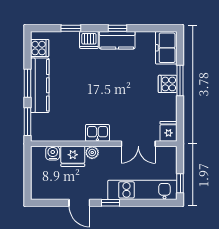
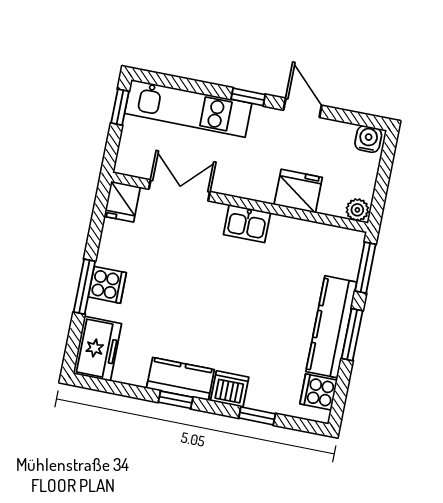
plant: (92, 152) -> (357, 210), moved
water cooler: (53, 153) -> (368, 139), moved, turned 180

